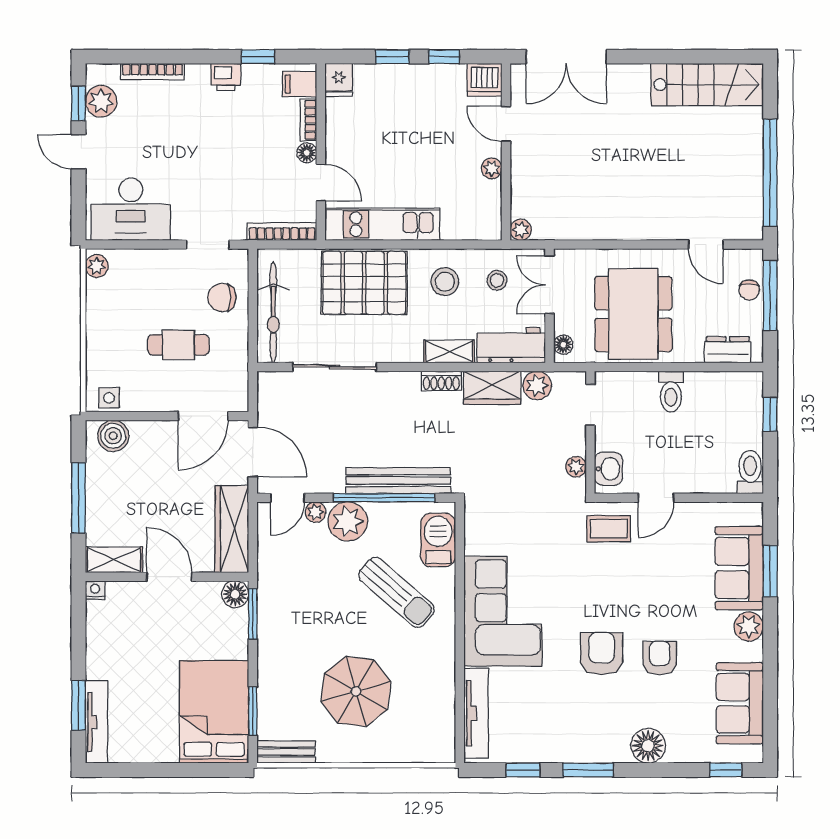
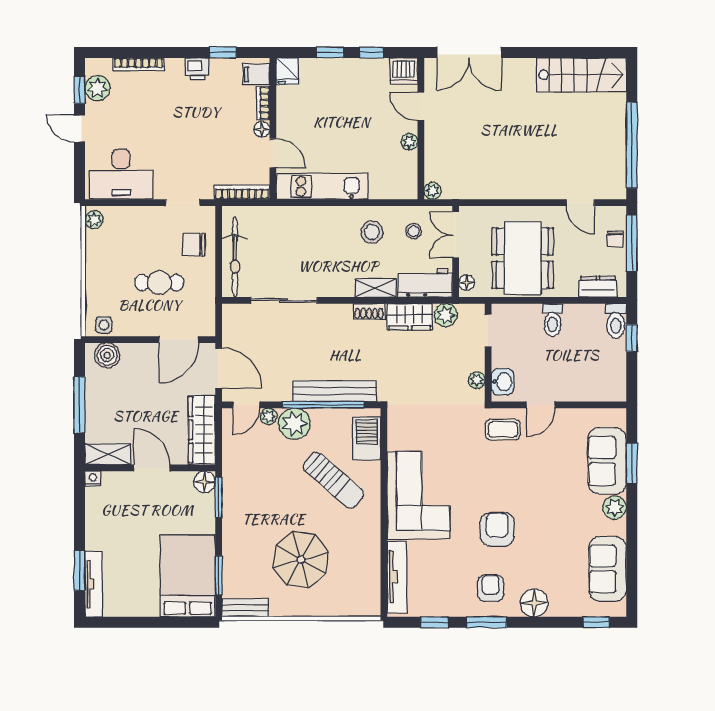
pallet: (364, 283) -> (308, 233), removed
toilet: (750, 472) -> (616, 321), moved, turned 180
armchair: (660, 658) -> (491, 588), moved

